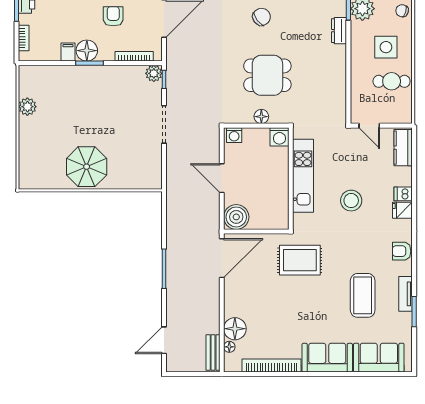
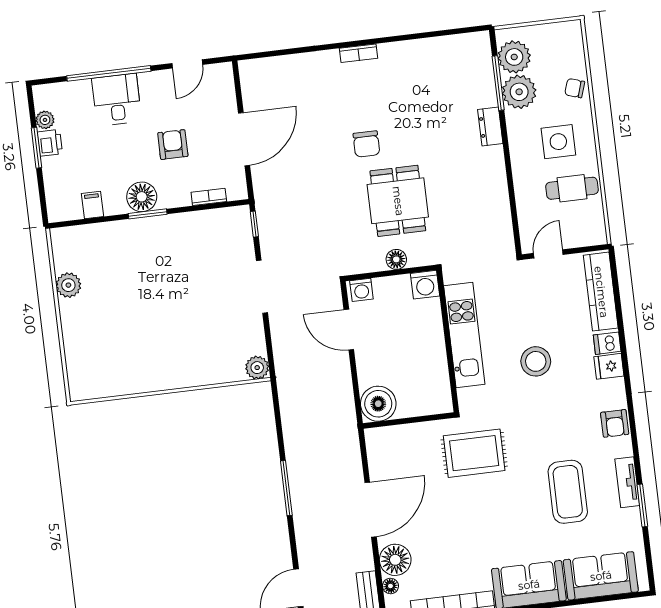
chair: (262, 17) -> (366, 144), moved, turned 128
bookcase: (24, 38) -> (52, 190), removed
filing cabinet: (68, 52) -> (92, 205), moved
bookcase: (134, 56) -> (209, 197), width x0.64
plant: (154, 73) -> (257, 368), moved
dining table: (267, 75) -> (398, 201), turned 90
door: (369, 126) -> (548, 254), swing flipped
kitchen counter: (403, 148) -> (601, 292), width x1.50
parasol: (87, 167) -> (161, 359), removed
door: (222, 178) -> (349, 330), moved
armchair: (402, 251) -> (615, 423), turned -90
door: (222, 258) -> (371, 510), moved

